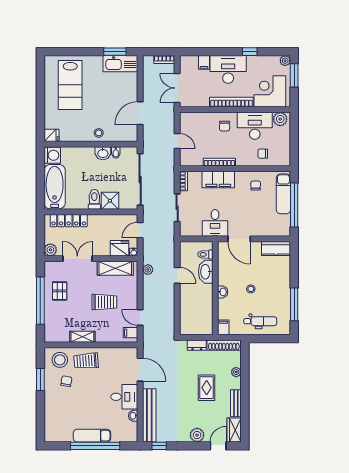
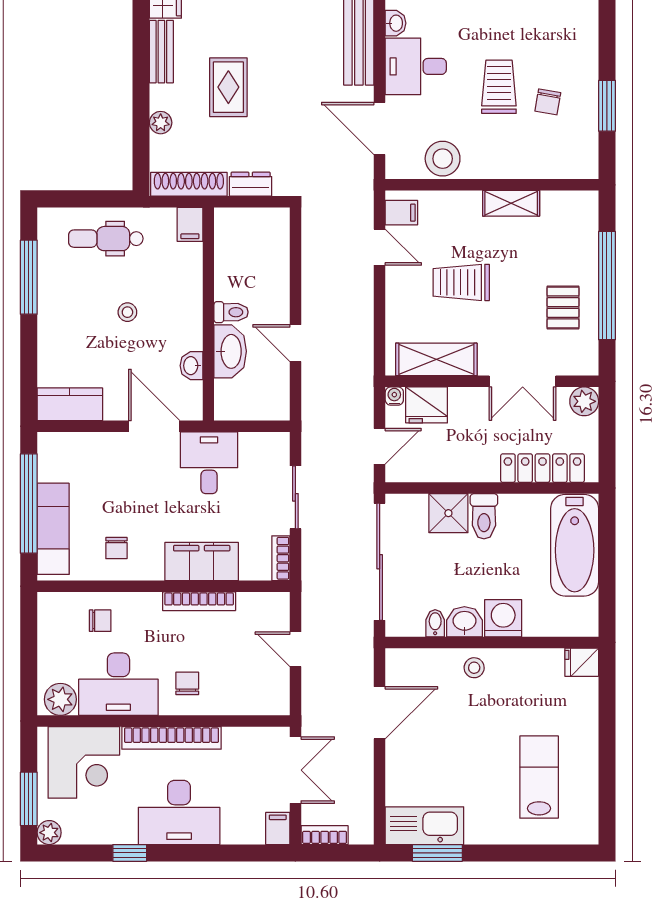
filing cabinet: (204, 62) -> (278, 828), moved
lab bench: (70, 85) -> (539, 777), width x0.73, depth x0.72
washing machine: (52, 155) -> (503, 618), moved, turned 90
toilet: (205, 254) -> (231, 312), moved
plant: (148, 270) -> (362, 356), removed
washbasin: (223, 292) -> (191, 366), moved
stool: (60, 360) -> (443, 159), moved
trolley: (86, 361) -> (499, 87), moved, turned -86

